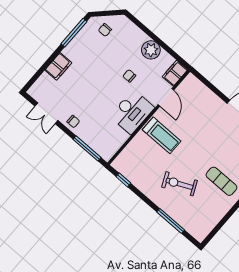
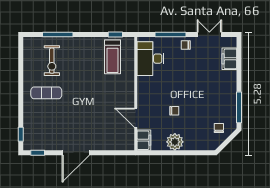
filing cabinet: (58, 66) -> (229, 59), moved
desk: (132, 112) -> (150, 59), moved
treadmill: (162, 135) -> (112, 57), moved, turned -90
window: (87, 148) -> (170, 35), moved
exercise bike: (179, 184) -> (52, 61), moved, turned 115

